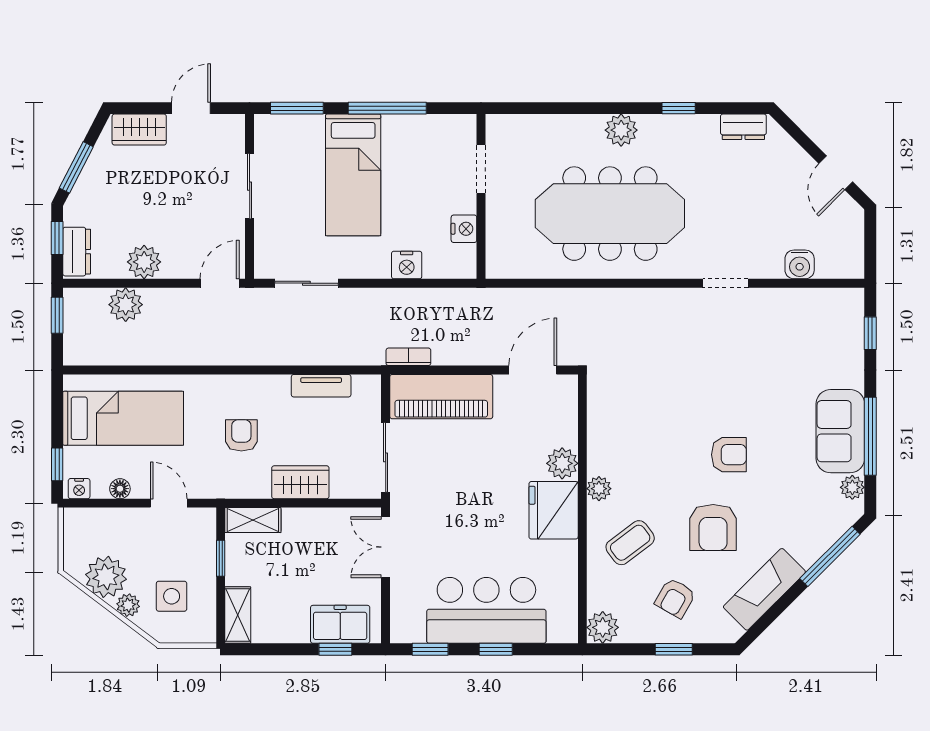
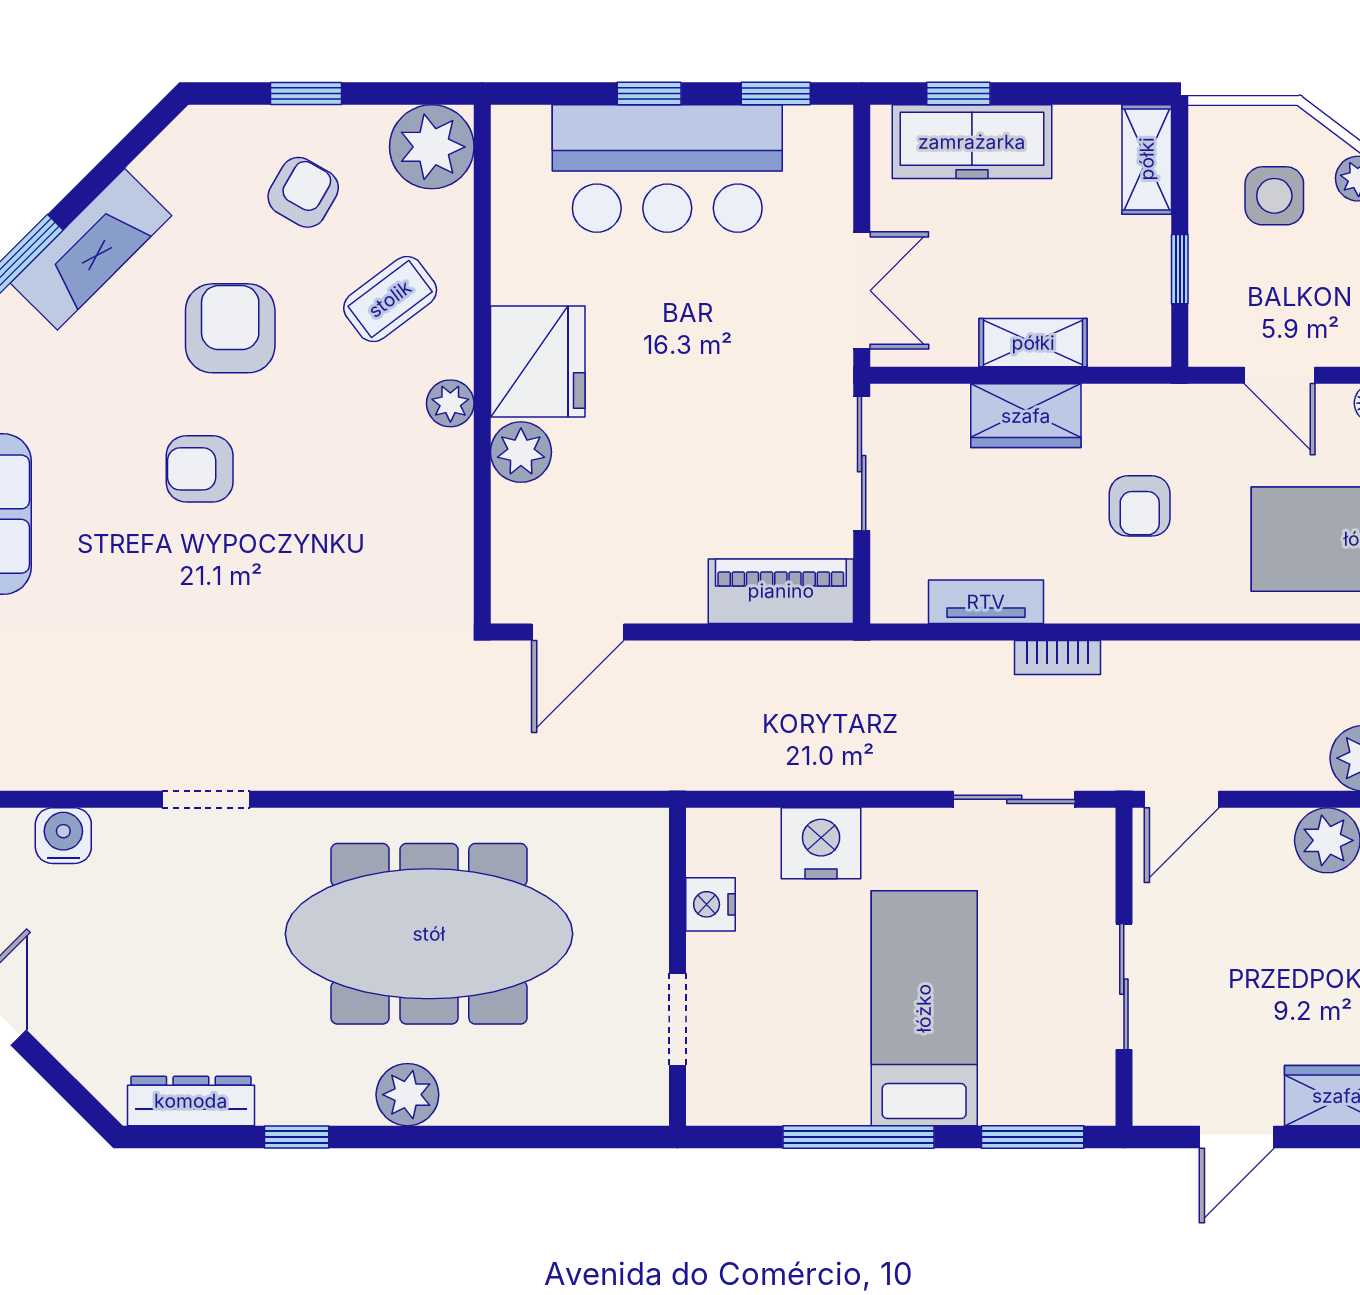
dresser: (743, 127) -> (191, 1101), width x1.44
nightstand: (407, 265) -> (821, 843), width x1.36, depth x1.33
bookcase: (408, 357) -> (1057, 658), moved
piano: (441, 397) -> (781, 591), width x0.73, depth x0.75
shelving: (253, 520) -> (1033, 343), moved
fireplace: (764, 589) -> (91, 249), moved
freezer: (340, 624) -> (972, 142), width x1.40
plant: (603, 627) -> (432, 147), width x1.36, depth x1.36

